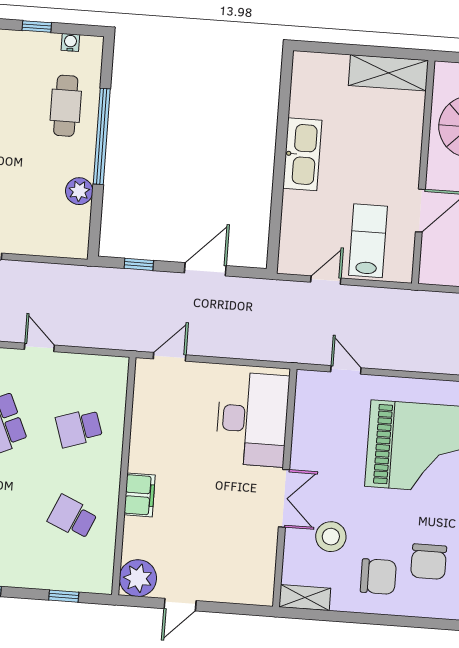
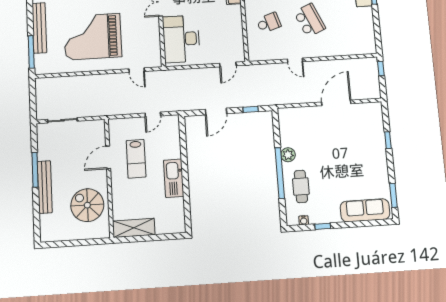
plant: (79, 191) -> (288, 155), moved
lab bench: (368, 241) -> (136, 159), moved

